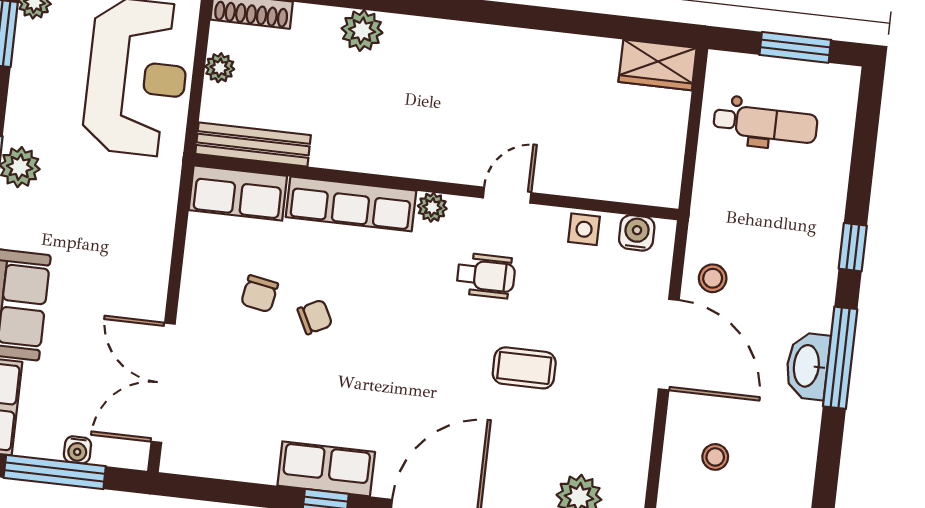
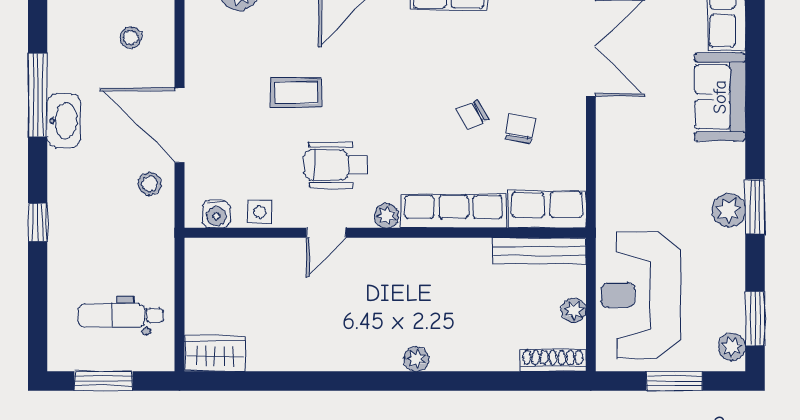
plant: (362, 30) -> (416, 359), moved, width x0.73, depth x0.73
wheelchair: (486, 276) -> (336, 165), width x1.36, depth x1.37
window: (840, 358) -> (38, 95), moved

